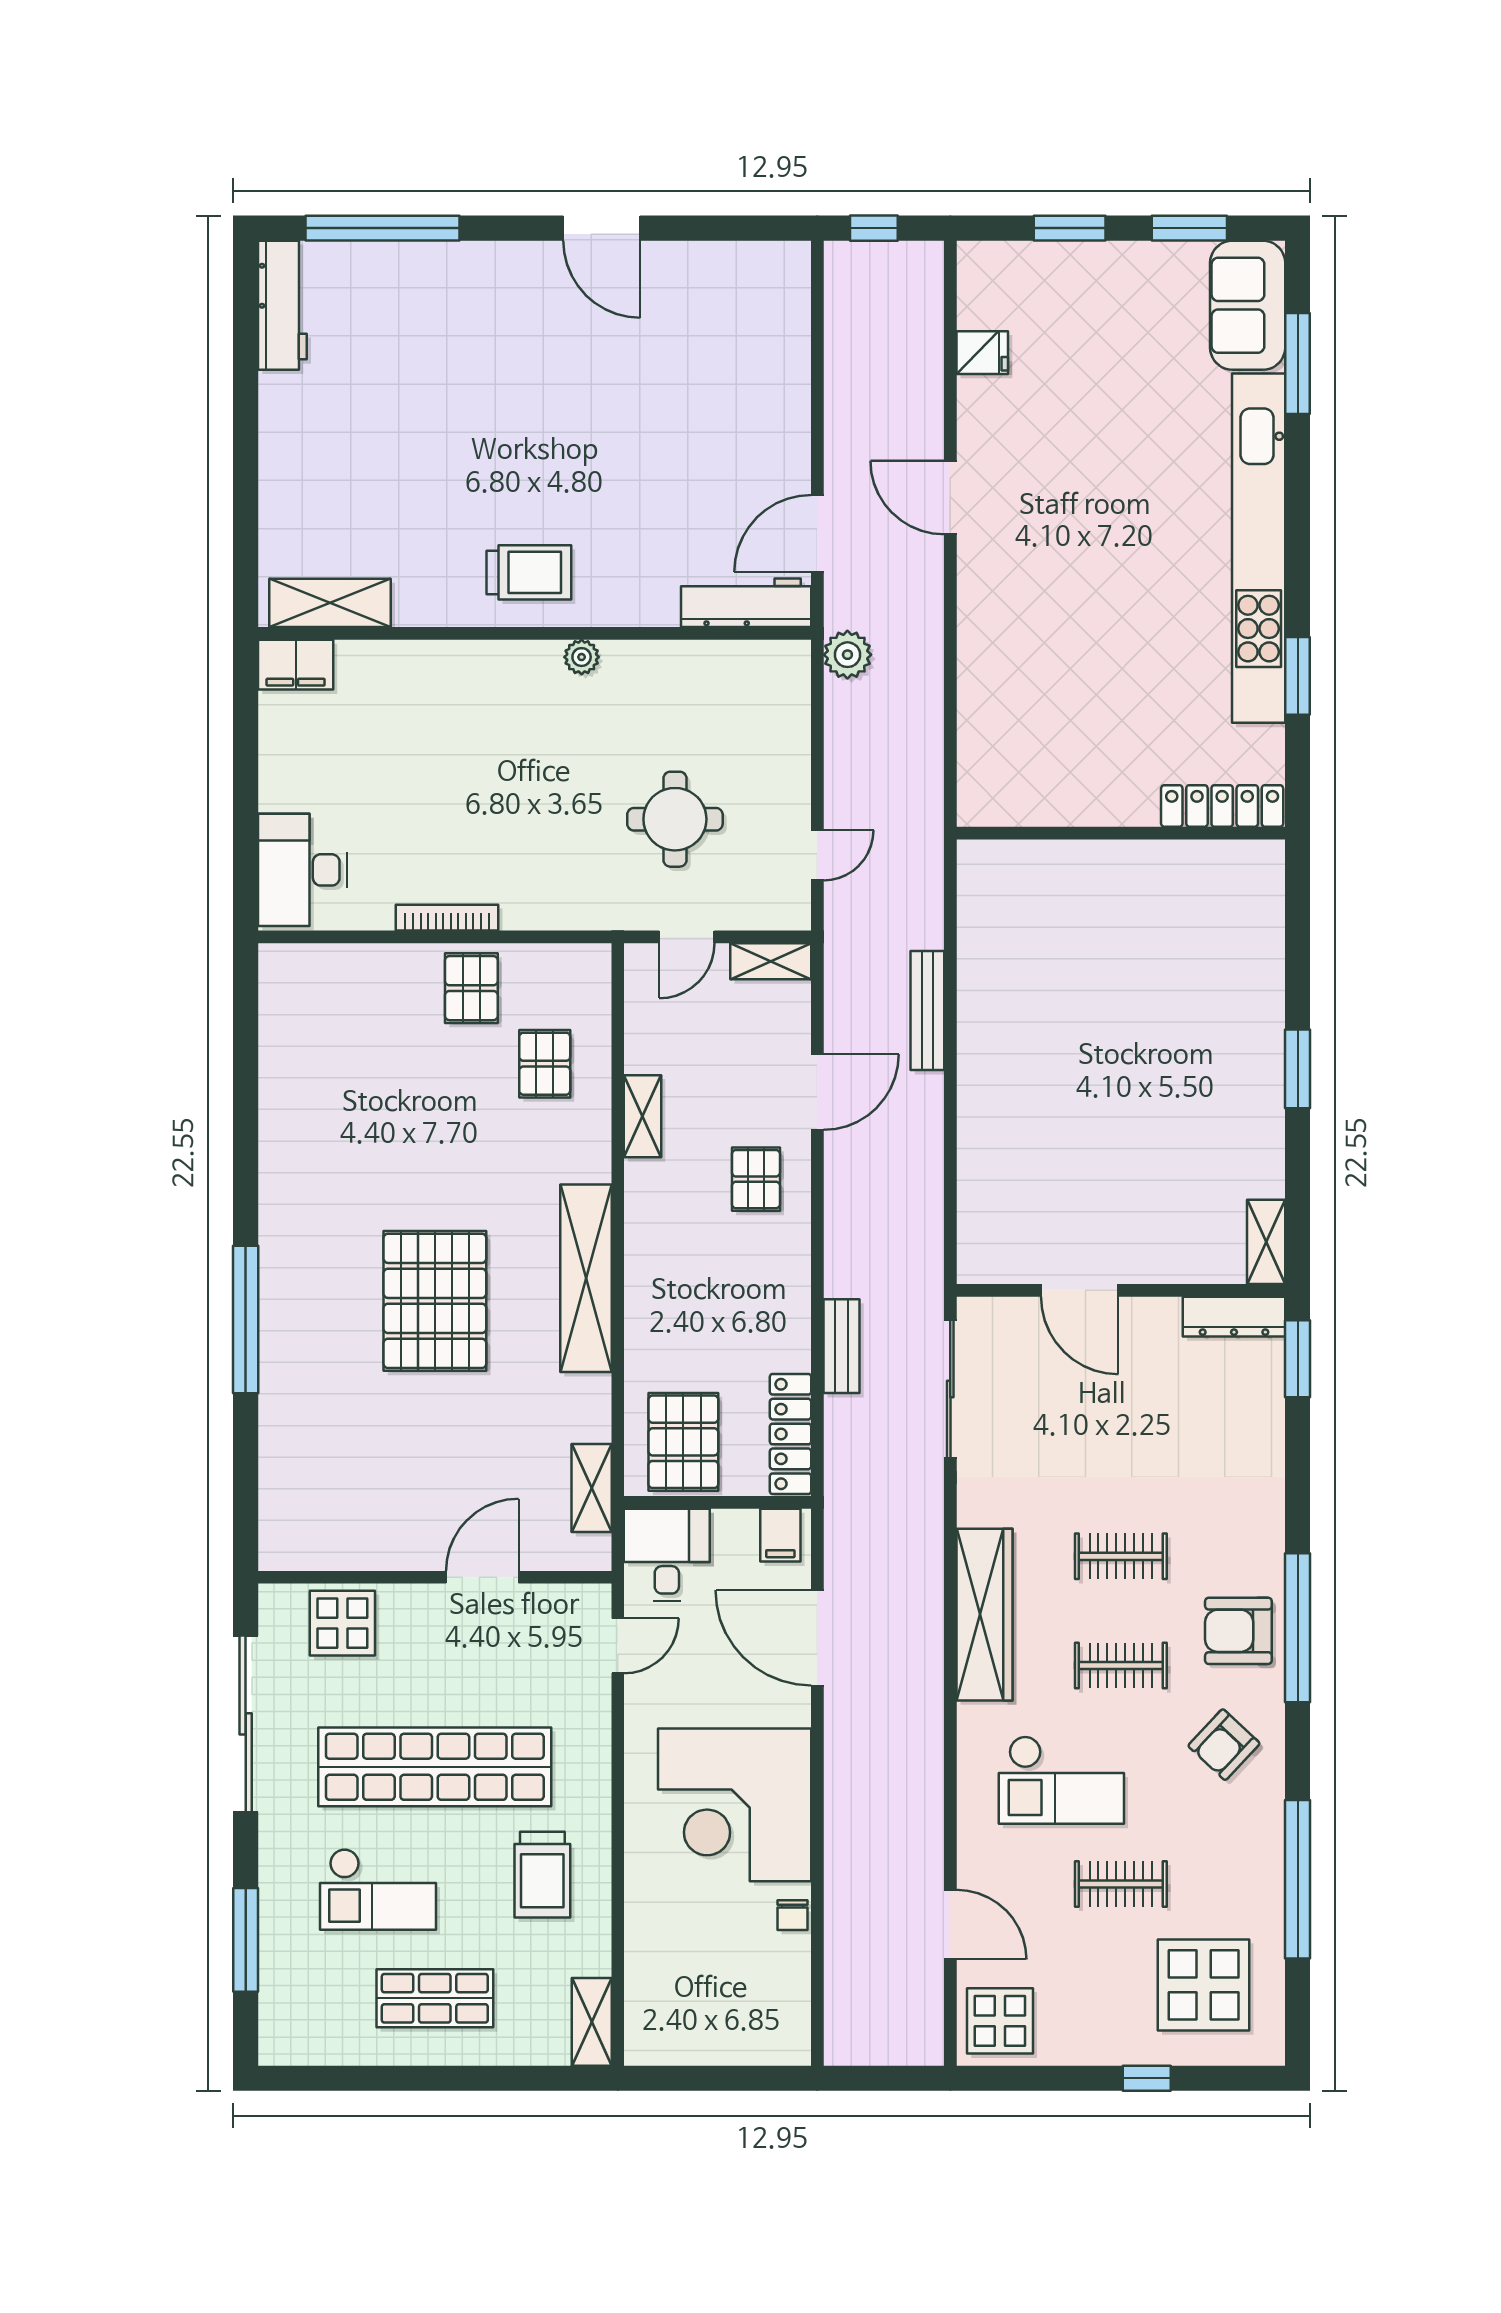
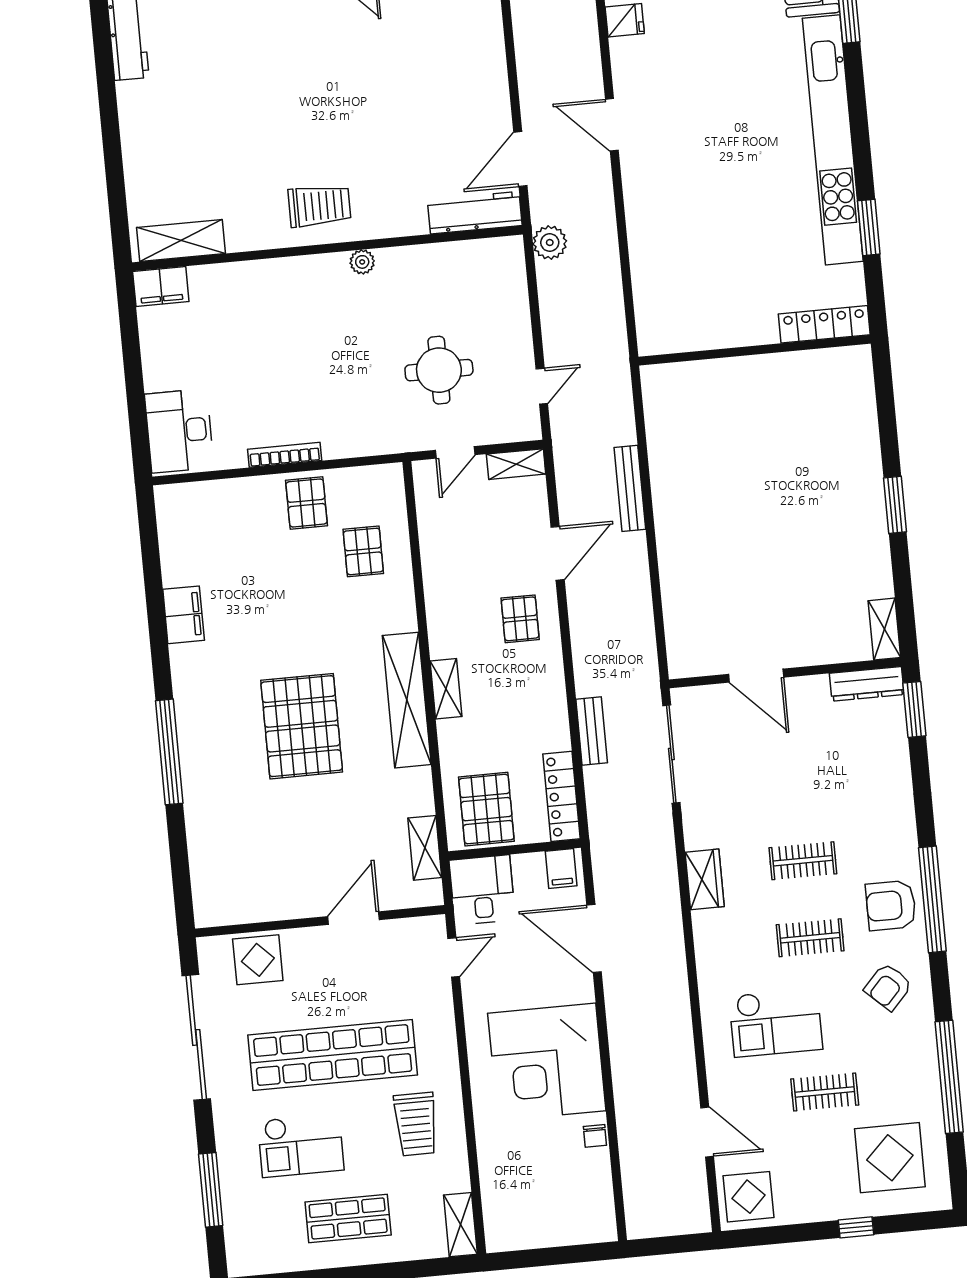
shelving: (643, 1116) -> (446, 689), moved
filing cabinet: (284, 1129) -> (184, 615), added
wardrobe: (984, 1615) -> (705, 879), width x0.48, depth x0.85

